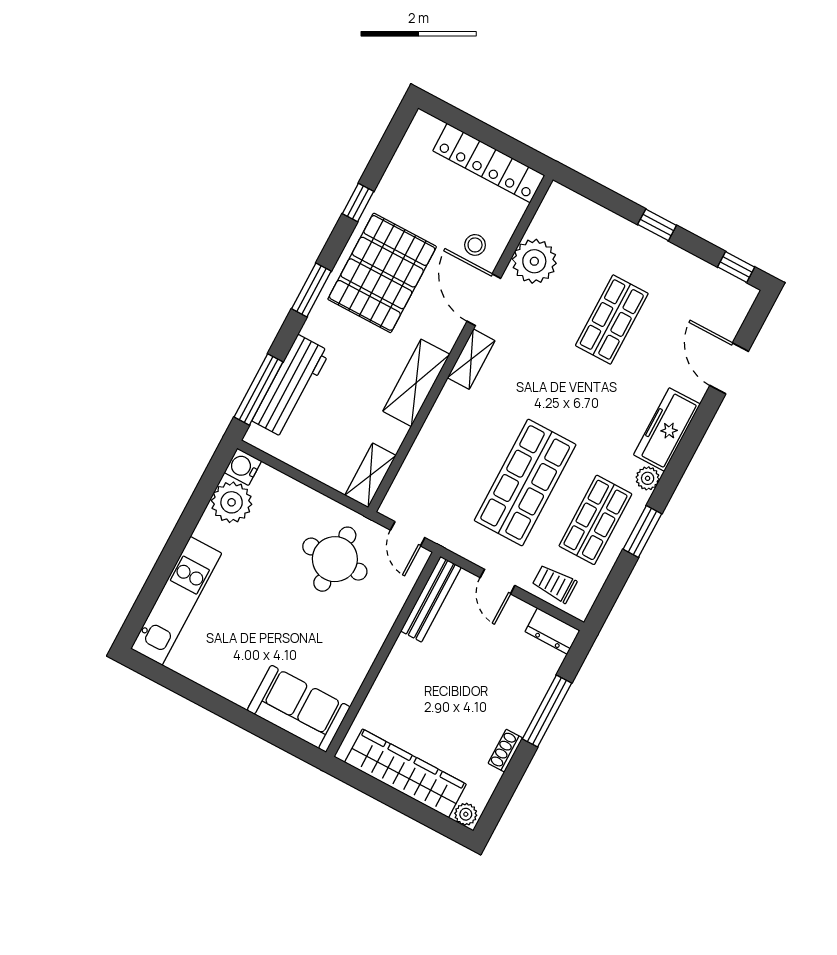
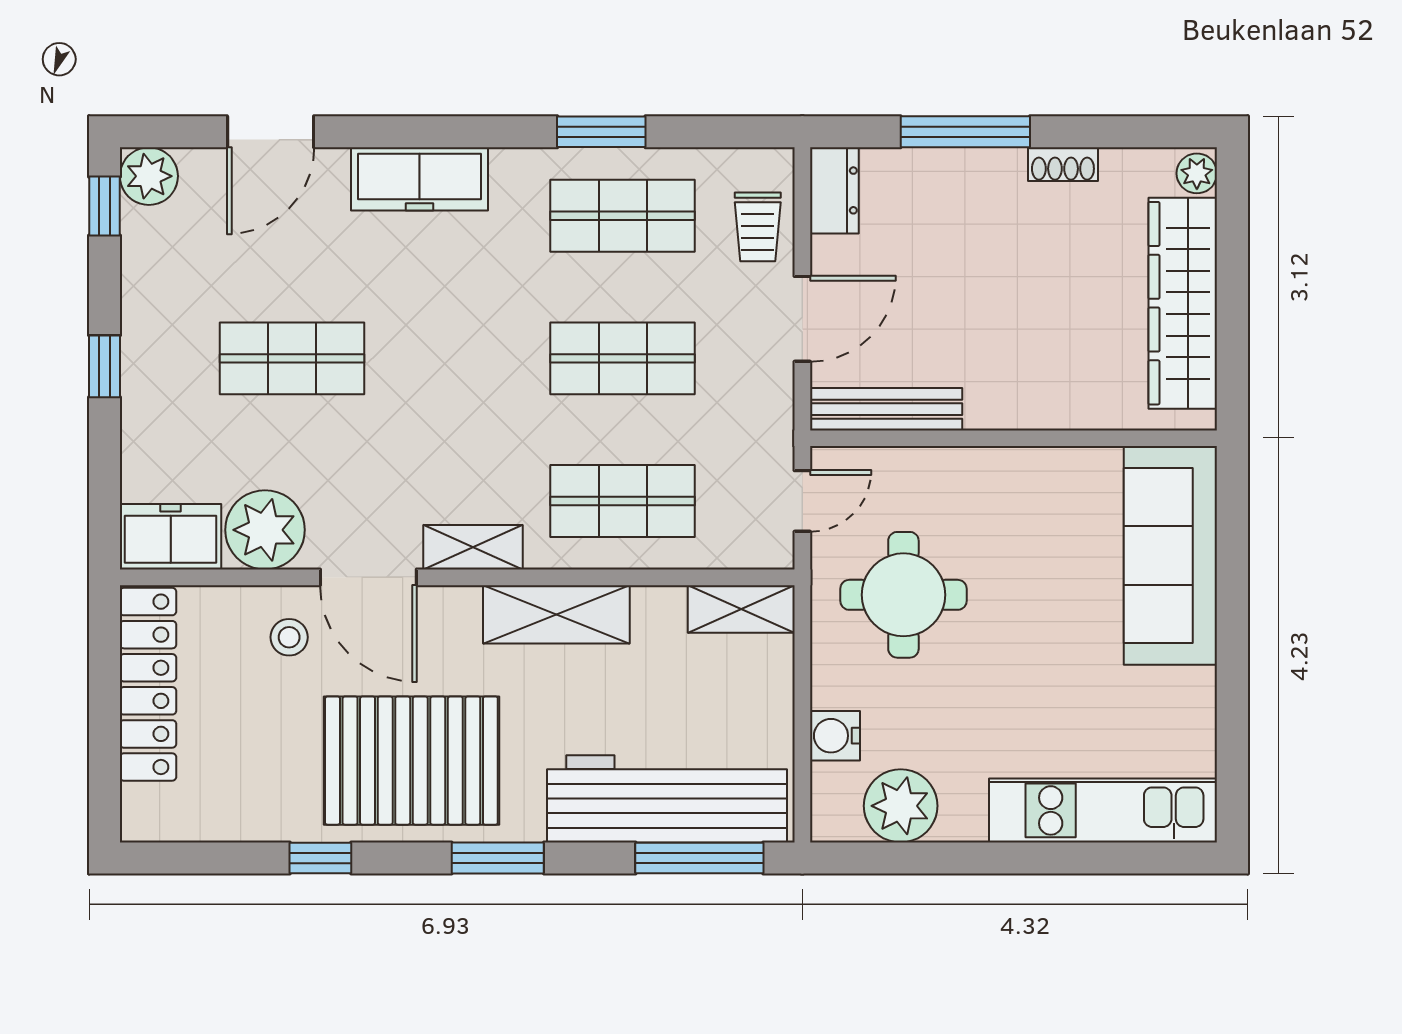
freezer: (556, 213) -> (171, 537), added
door: (484, 300) -> (368, 577), hinge flipped
workbench: (291, 386) -> (667, 799), width x1.36, depth x1.32
shop shelf: (455, 445) -> (623, 501), added
water cooler: (243, 467) -> (835, 736), moved, turned 90
plant: (648, 478) -> (149, 176), moved, width x1.38, depth x1.38
shop shelf: (525, 483) -> (623, 358), width x0.70, depth x0.74
door: (497, 582) -> (802, 319), width x1.38
sofa: (299, 709) -> (1170, 555), width x1.36

